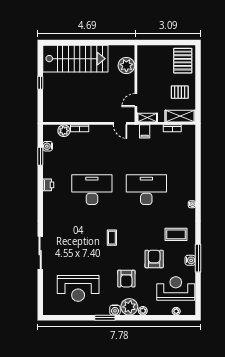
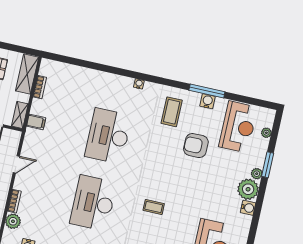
door: (120, 123) -> (16, 164), moved
coffee table: (112, 238) -> (154, 207), moved
armchair: (126, 279) -> (212, 185), removed
reception desk: (176, 288) -> (238, 127), turned 180
window: (105, 318) -> (268, 165), moved

